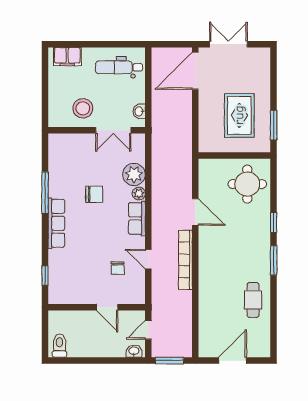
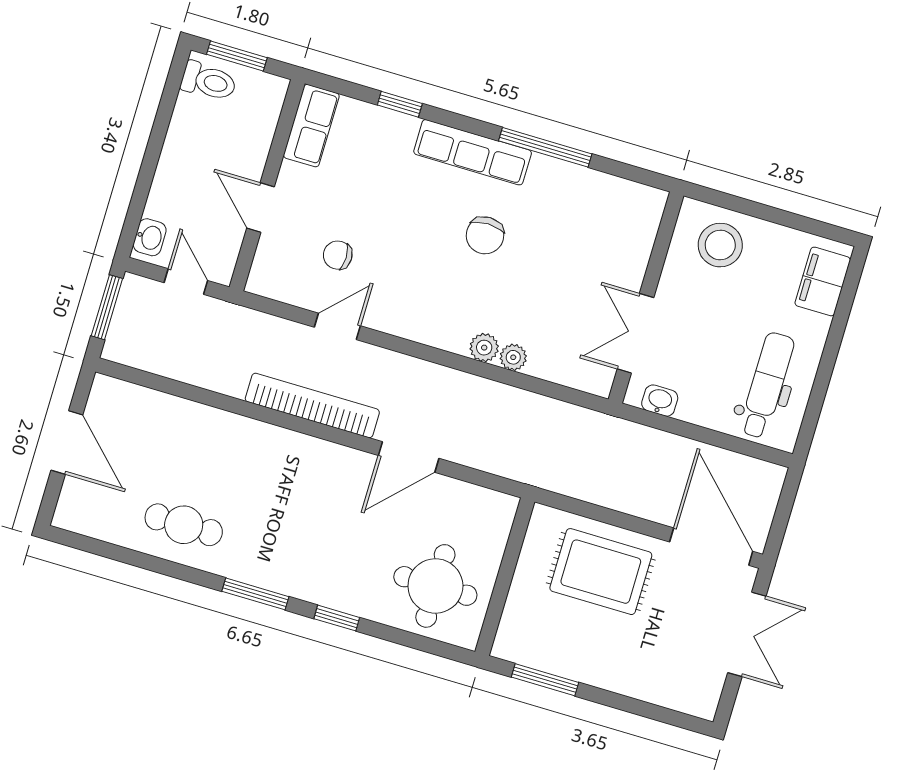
stool: (83, 108) -> (720, 245), moved
rug: (239, 115) -> (601, 572), moved
plant: (134, 175) -> (513, 357), width x0.53, depth x0.53
chair: (94, 194) -> (485, 235), moved
row of seats: (137, 218) -> (311, 126), moved, turned 90
window: (45, 276) -> (400, 104), moved
door: (107, 307) -> (260, 208), hinge flipped
window: (45, 337) -> (237, 56), added

